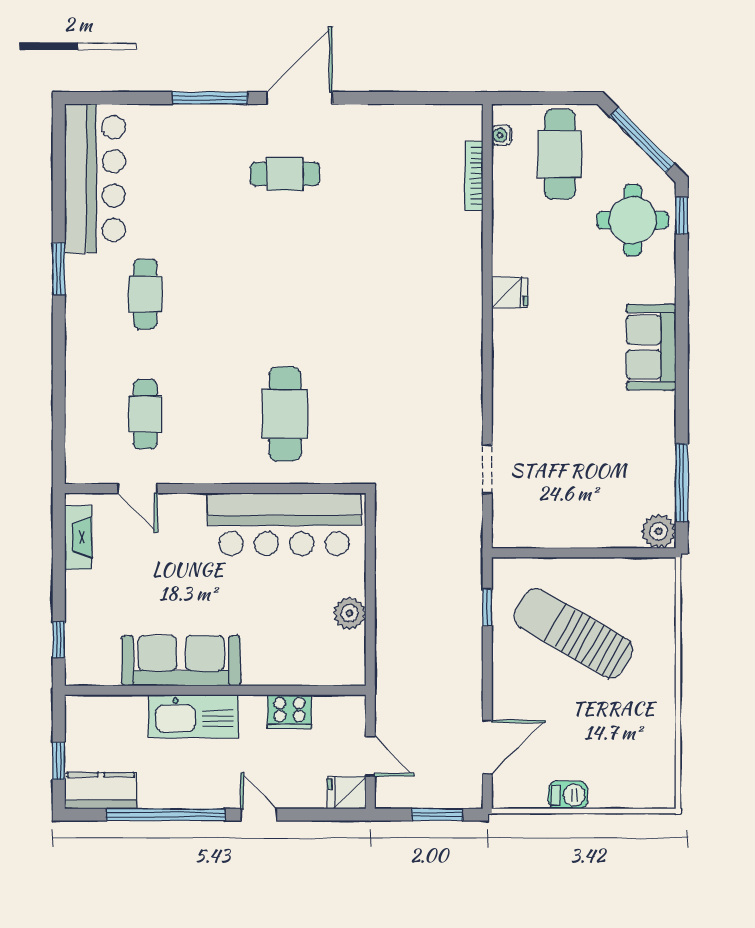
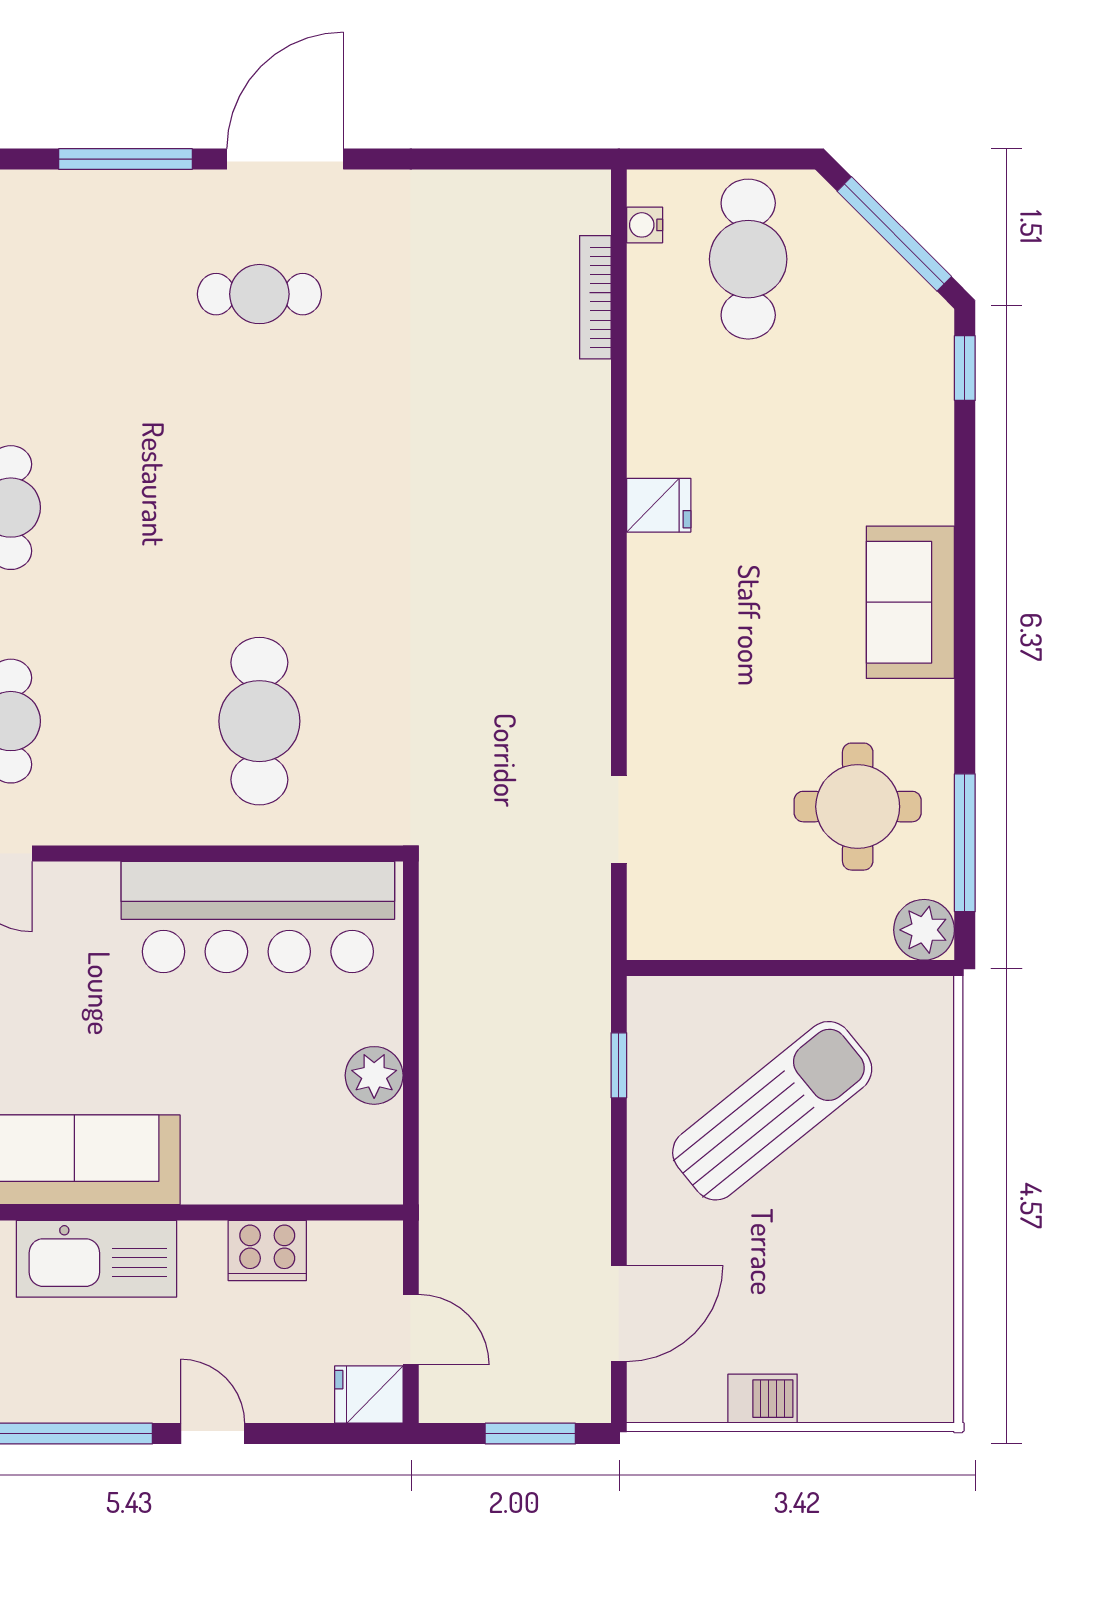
round table: (633, 220) -> (858, 807), moved
sun lounger: (573, 633) -> (772, 1111), turned 111

